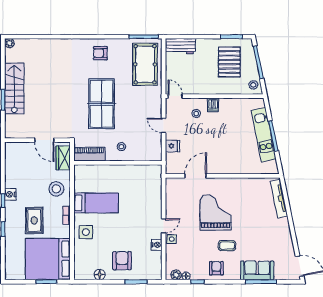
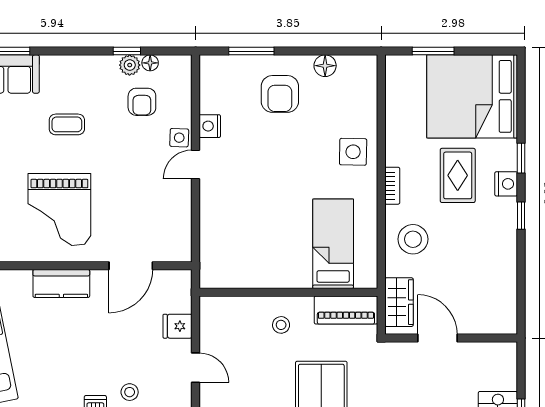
kitchen counter: (230, 167) -> (61, 283), added
nightstand: (10, 194) -> (506, 184), moved
bed: (96, 203) -> (333, 244), moved, turned 90
grand piano: (216, 212) -> (59, 210), moved
bed: (48, 259) -> (472, 96), moved, turned 180
armchair: (216, 268) -> (142, 102), moved
plant: (176, 275) -> (130, 65), moved

